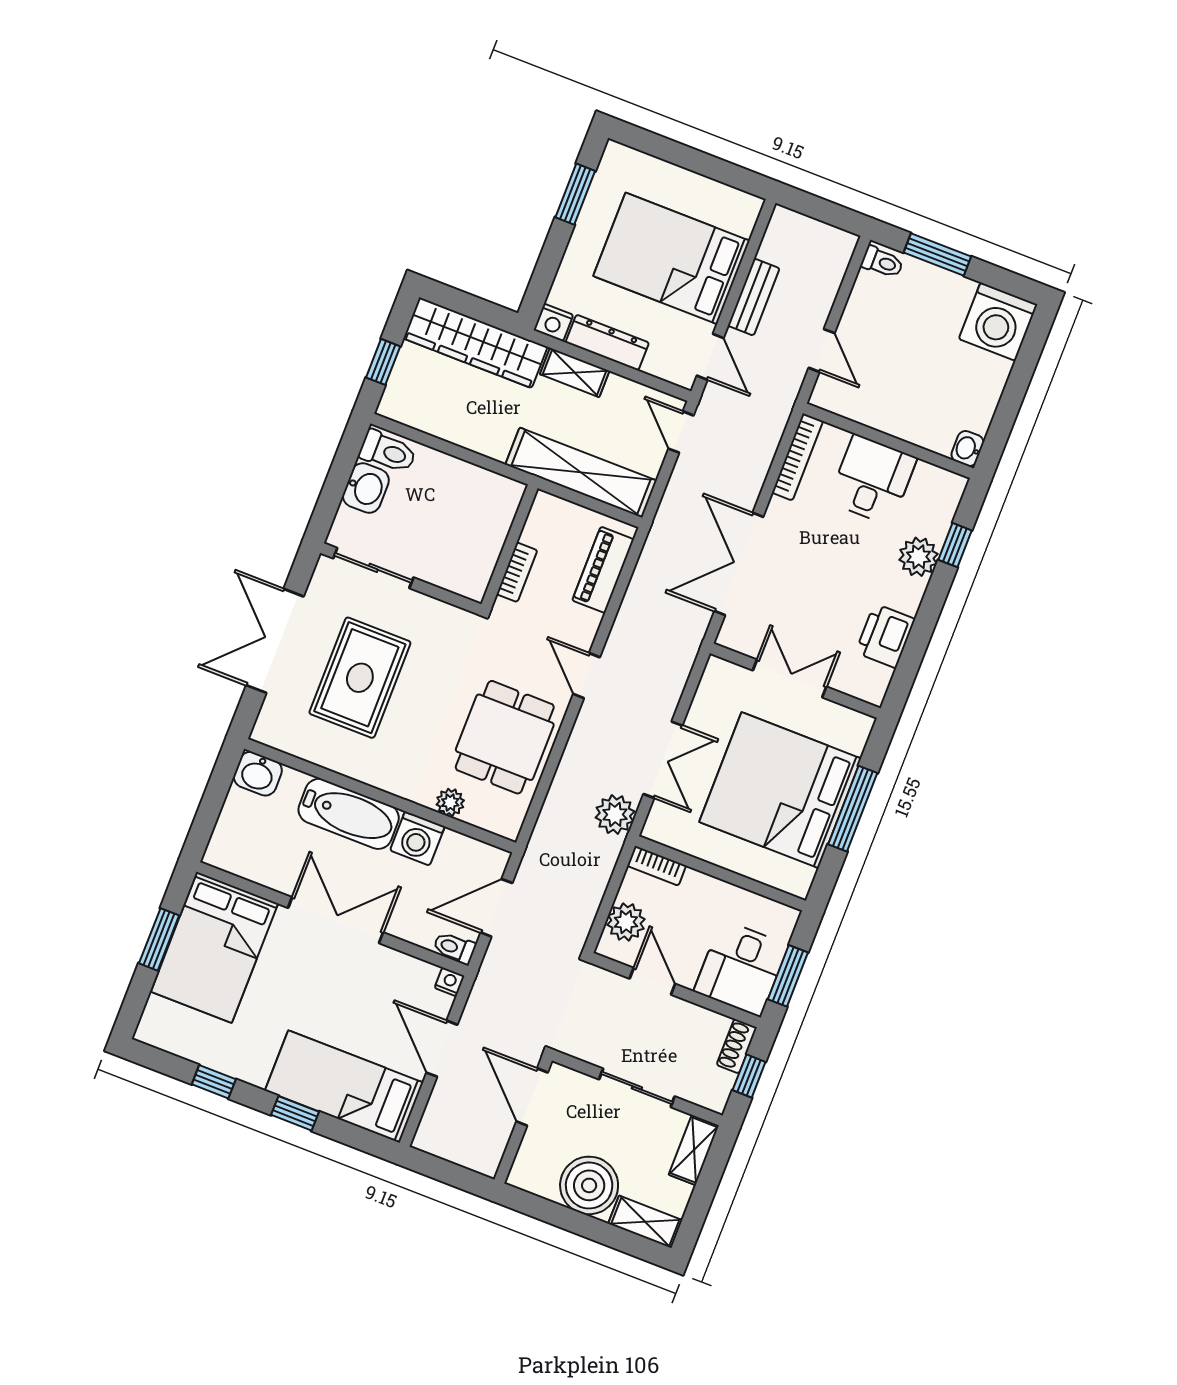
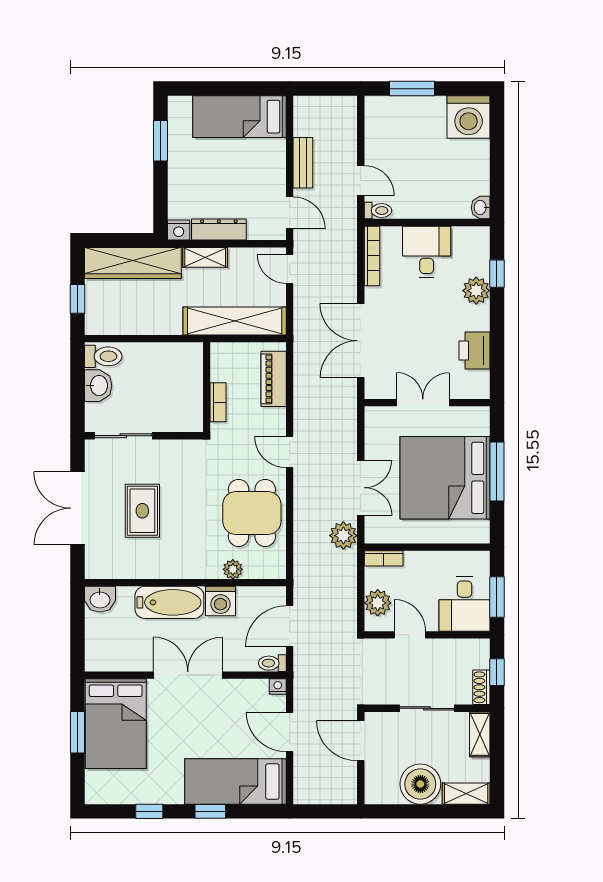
bed: (672, 258) -> (239, 117), moved, width x0.67
toilet: (882, 262) -> (378, 211), moved
rug: (360, 678) -> (142, 511), width x0.73, depth x0.70
shoe rack: (737, 1046) -> (481, 687), moved

